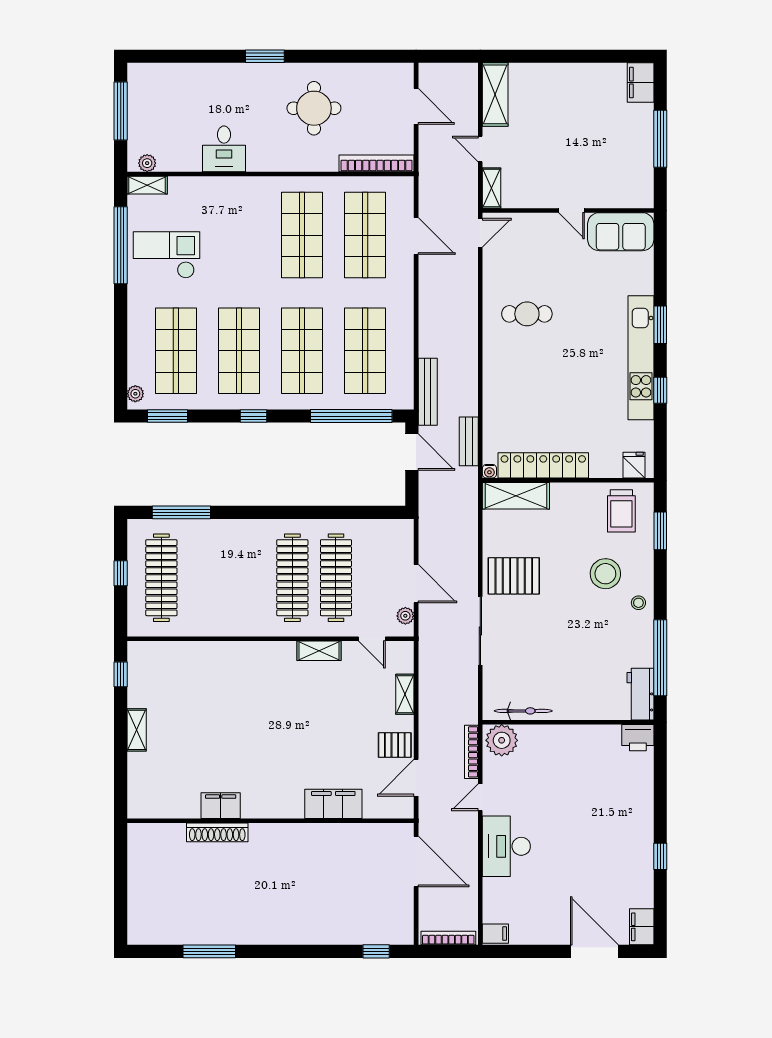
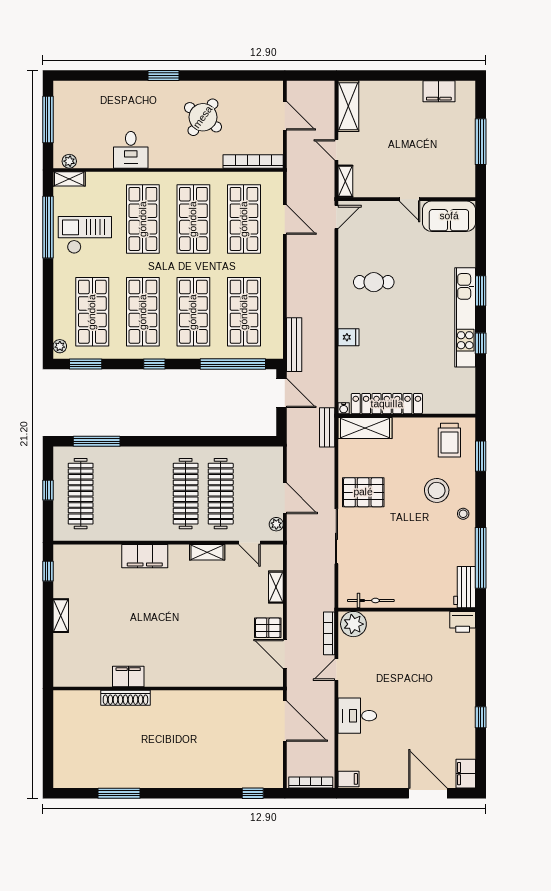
filing cabinet: (641, 82) -> (439, 91), moved, turned -90
round table: (314, 108) -> (203, 117), turned 36
shop shelf: (239, 235) -> (143, 219), added
bench: (469, 441) -> (327, 427), moved
fridge: (634, 465) -> (349, 337), moved, turned 90
door: (416, 778) -> (285, 654), hinge flipped
filing cabinet: (333, 804) -> (145, 556), moved, turned 180
desk: (506, 846) -> (357, 716), width x0.73

